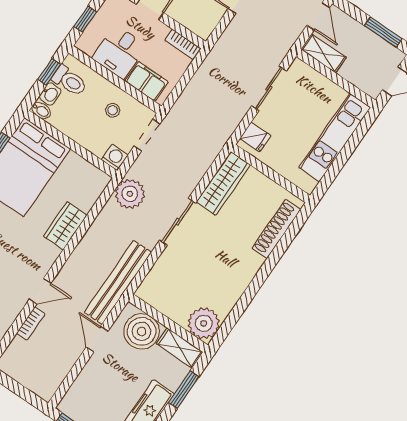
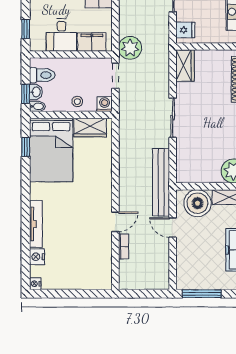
window: (49, 72) -> (26, 94), moved
stool: (113, 110) -> (77, 101), moved
wardrobe: (223, 183) -> (185, 66), width x0.67
plant: (130, 194) -> (130, 48), moved
wardrobe: (65, 226) -> (90, 127), moved, turned -90

